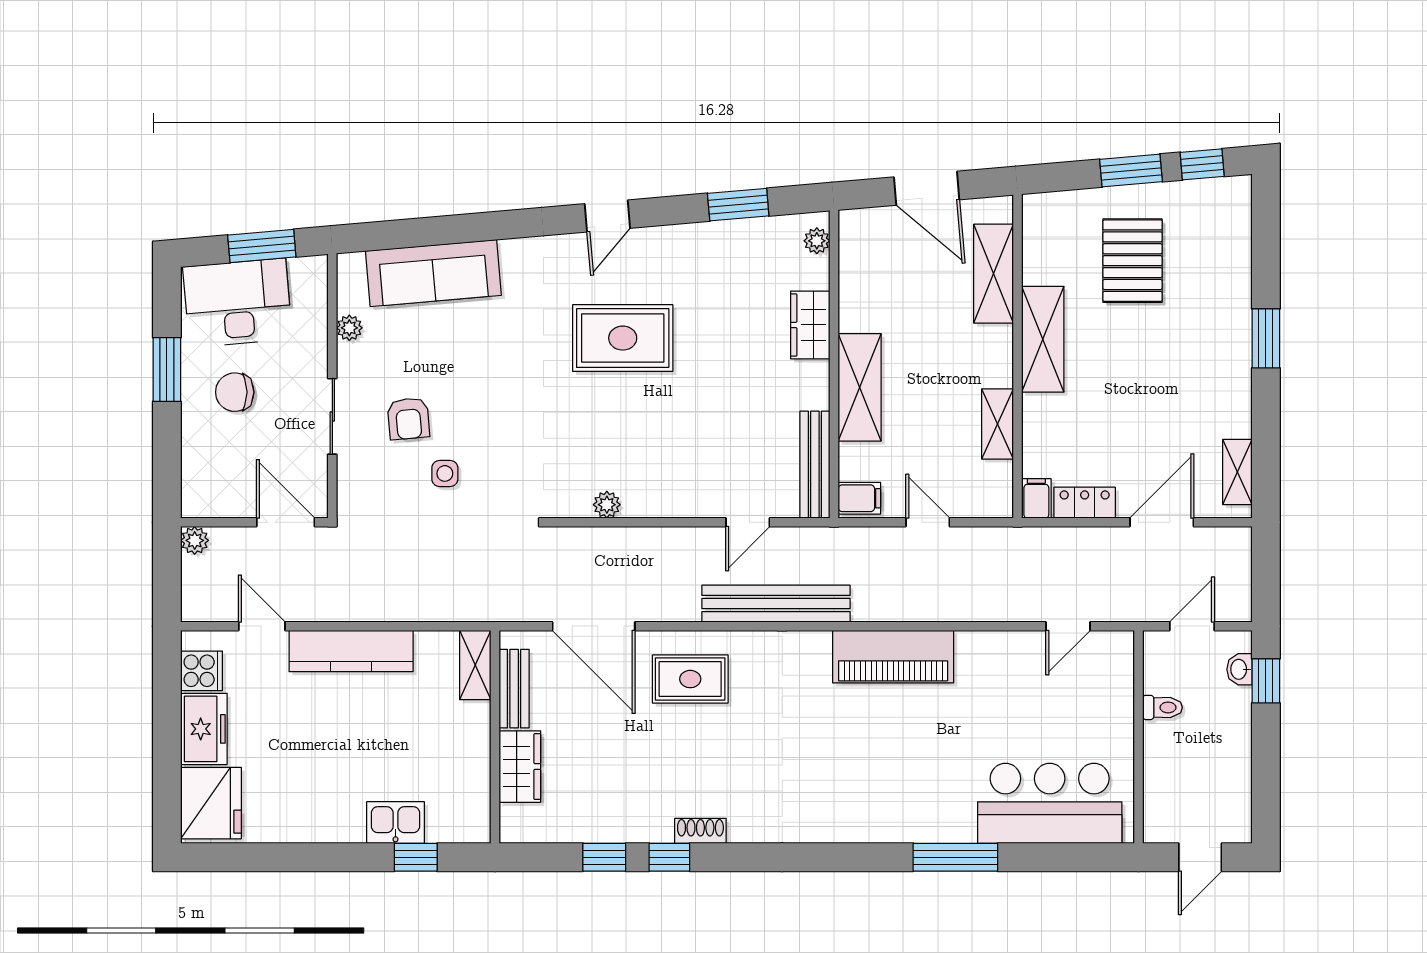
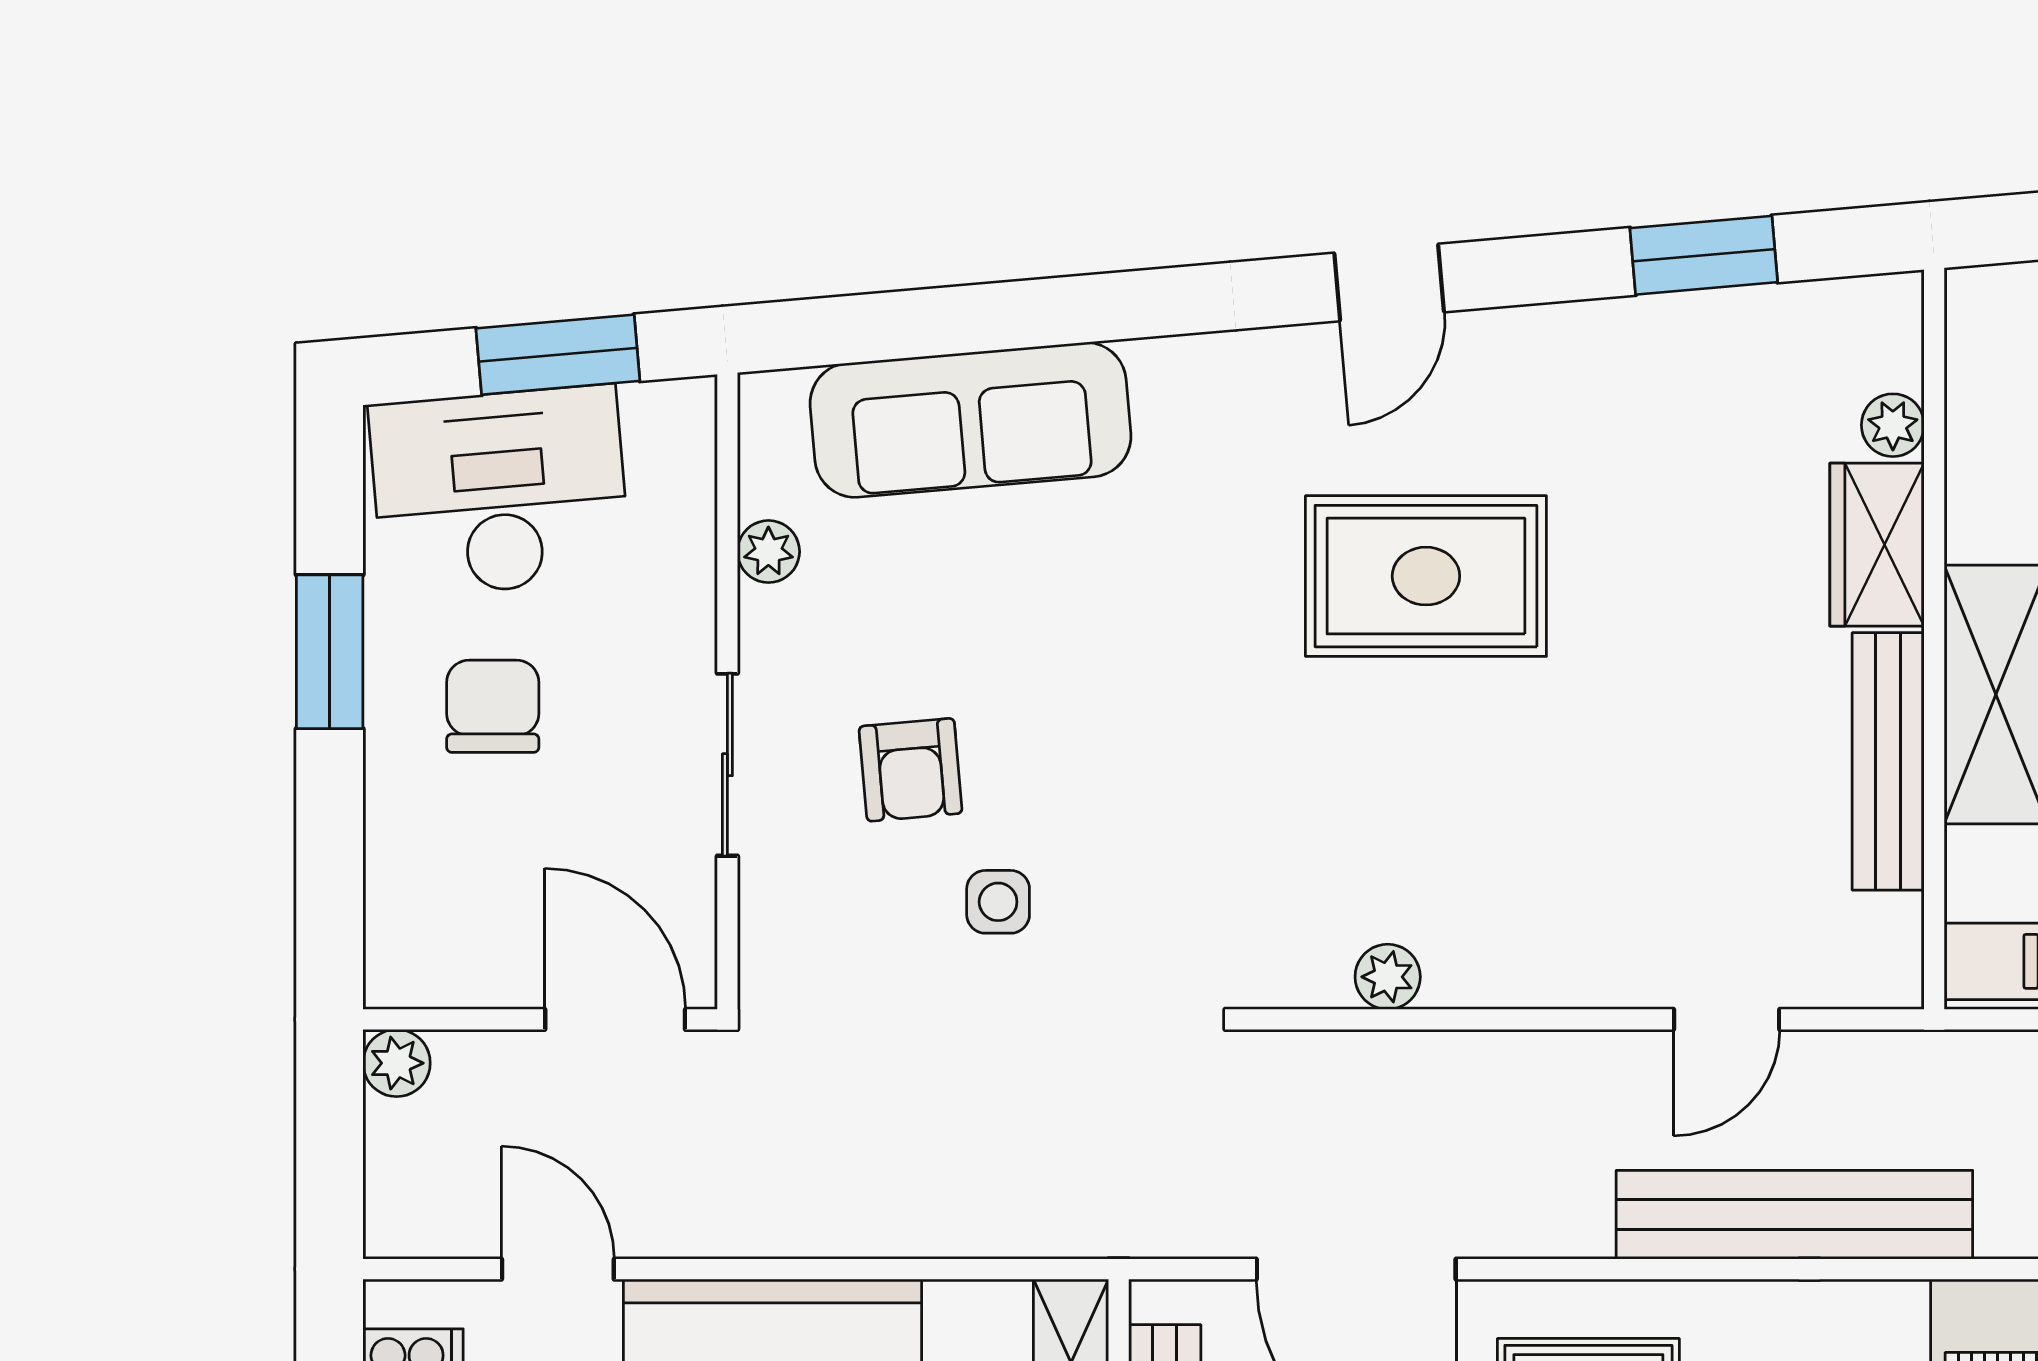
plant: (817, 241) -> (1893, 425), moved
chair: (235, 392) -> (493, 706), turned 90
bench: (815, 465) -> (1888, 761), moved

